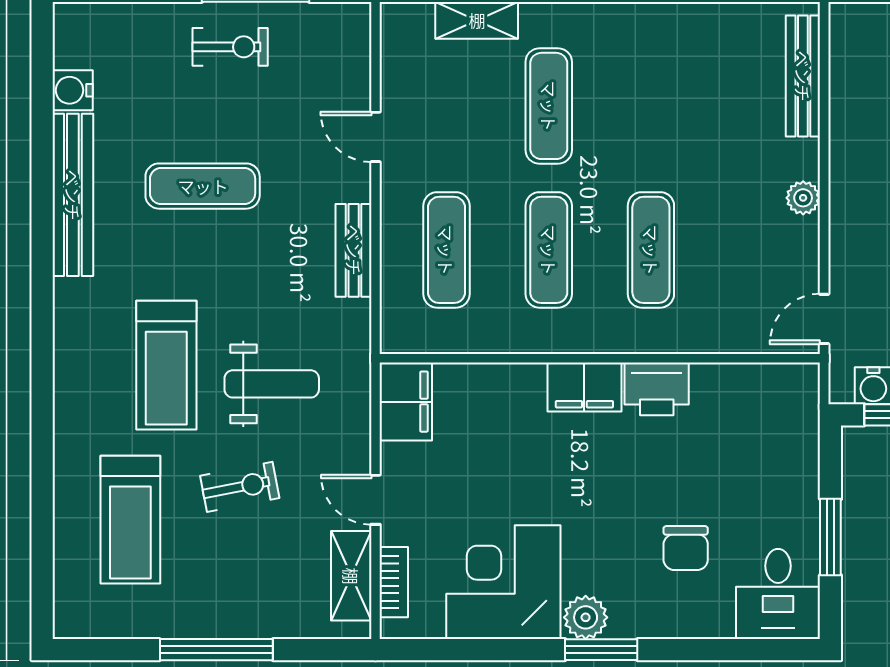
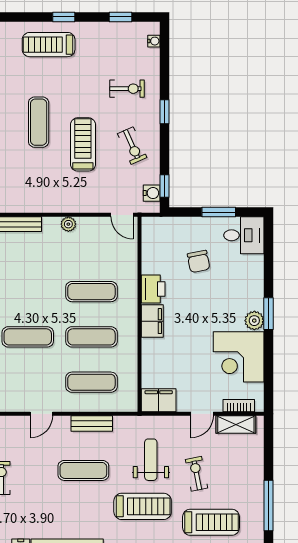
exercise mat: (203, 186) -> (83, 470), moved, turned 90
chair: (686, 548) -> (199, 261), moved, turned 79
window: (216, 650) -> (269, 505), moved

